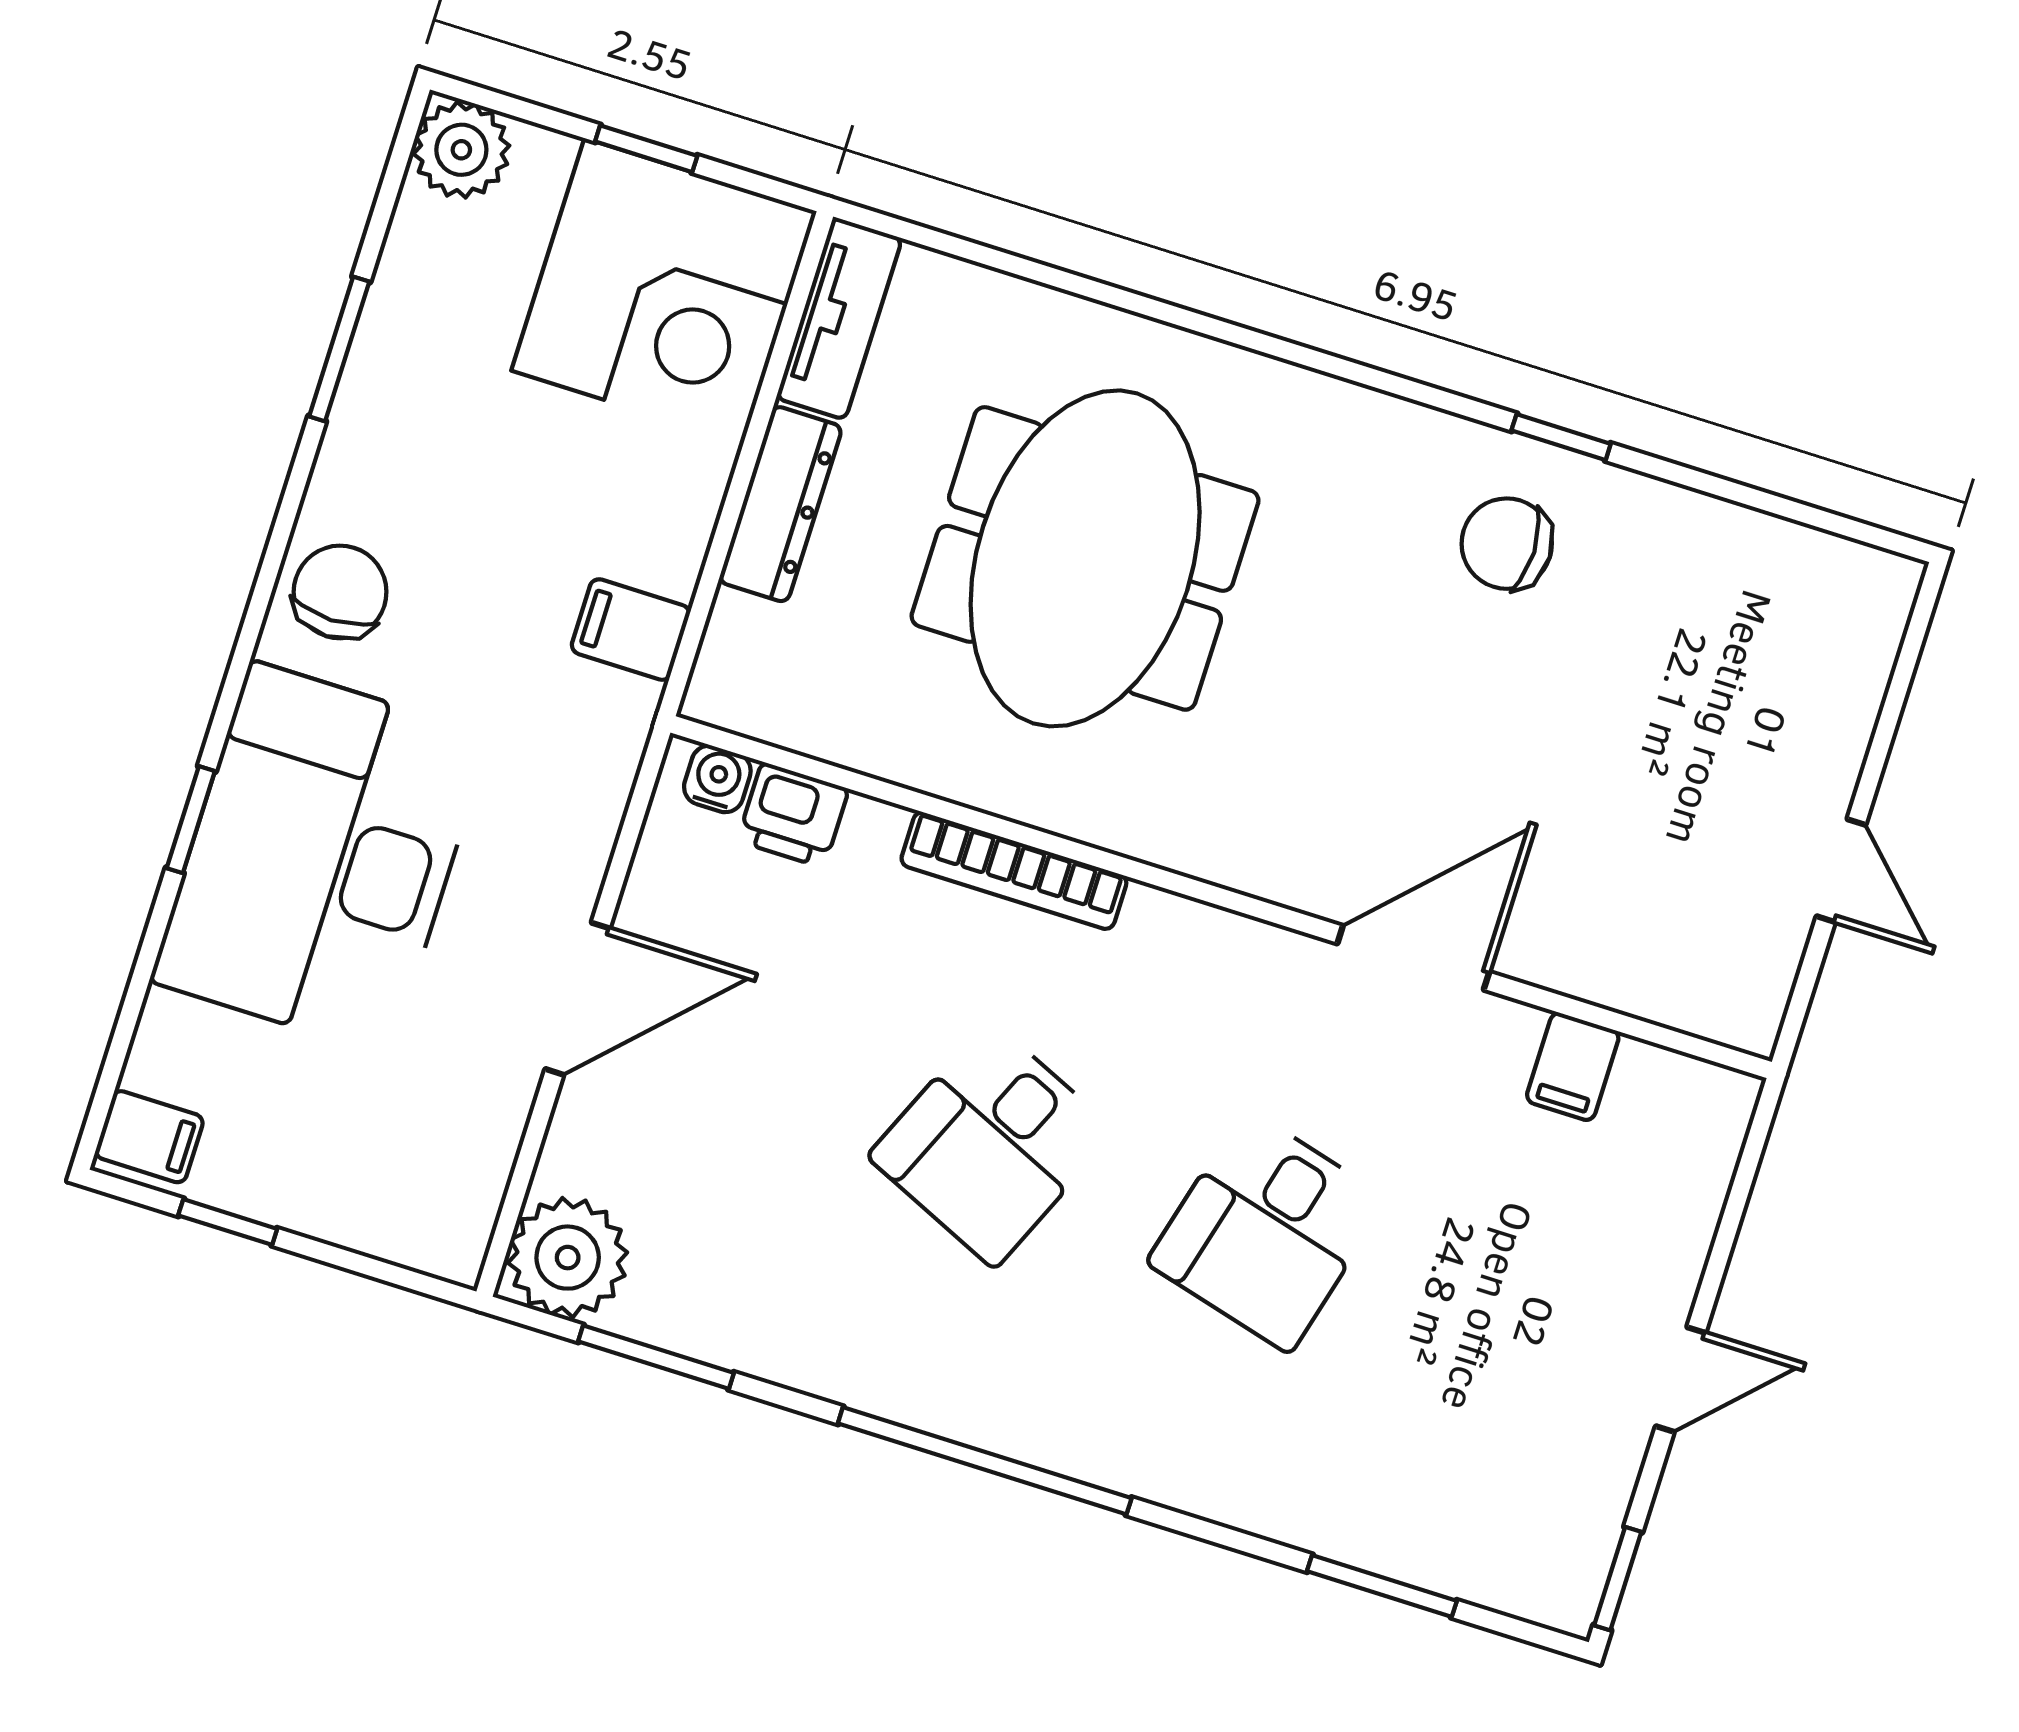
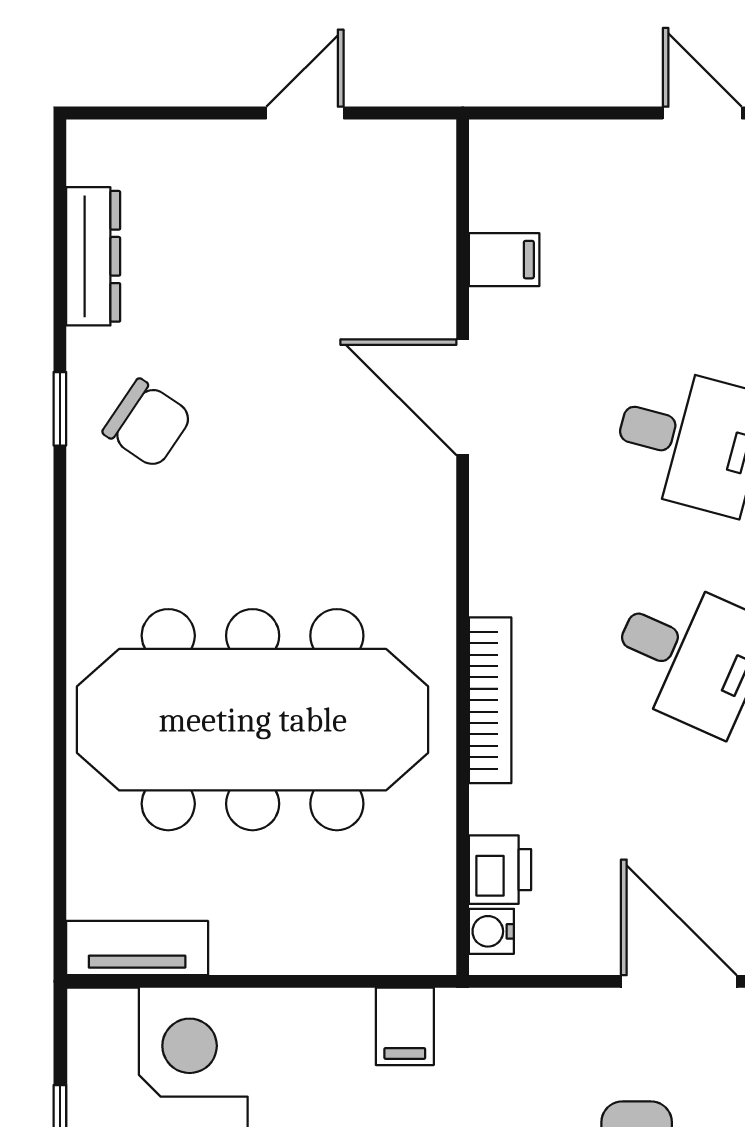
dresser: (780, 504) -> (93, 256), moved, turned 90
chair: (1507, 544) -> (148, 424), turned -56
meeting table: (1085, 558) -> (253, 720), width x1.36

